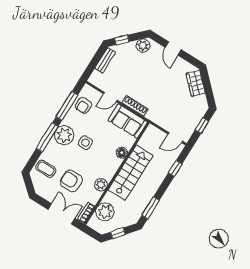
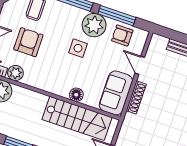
plant: (64, 135) -> (94, 25), moved
stairs: (131, 173) -> (77, 118), moved
plant: (101, 185) -> (15, 73), moved

